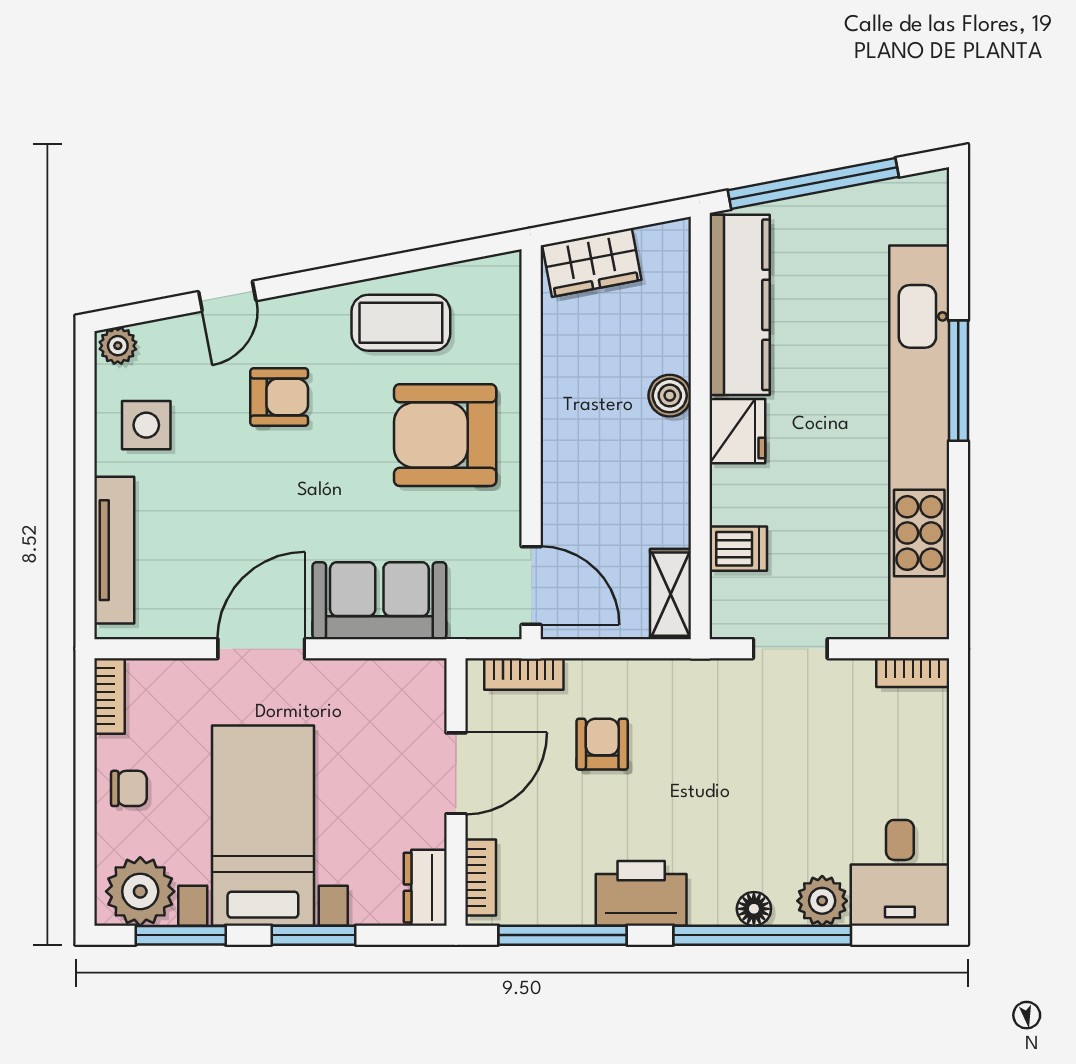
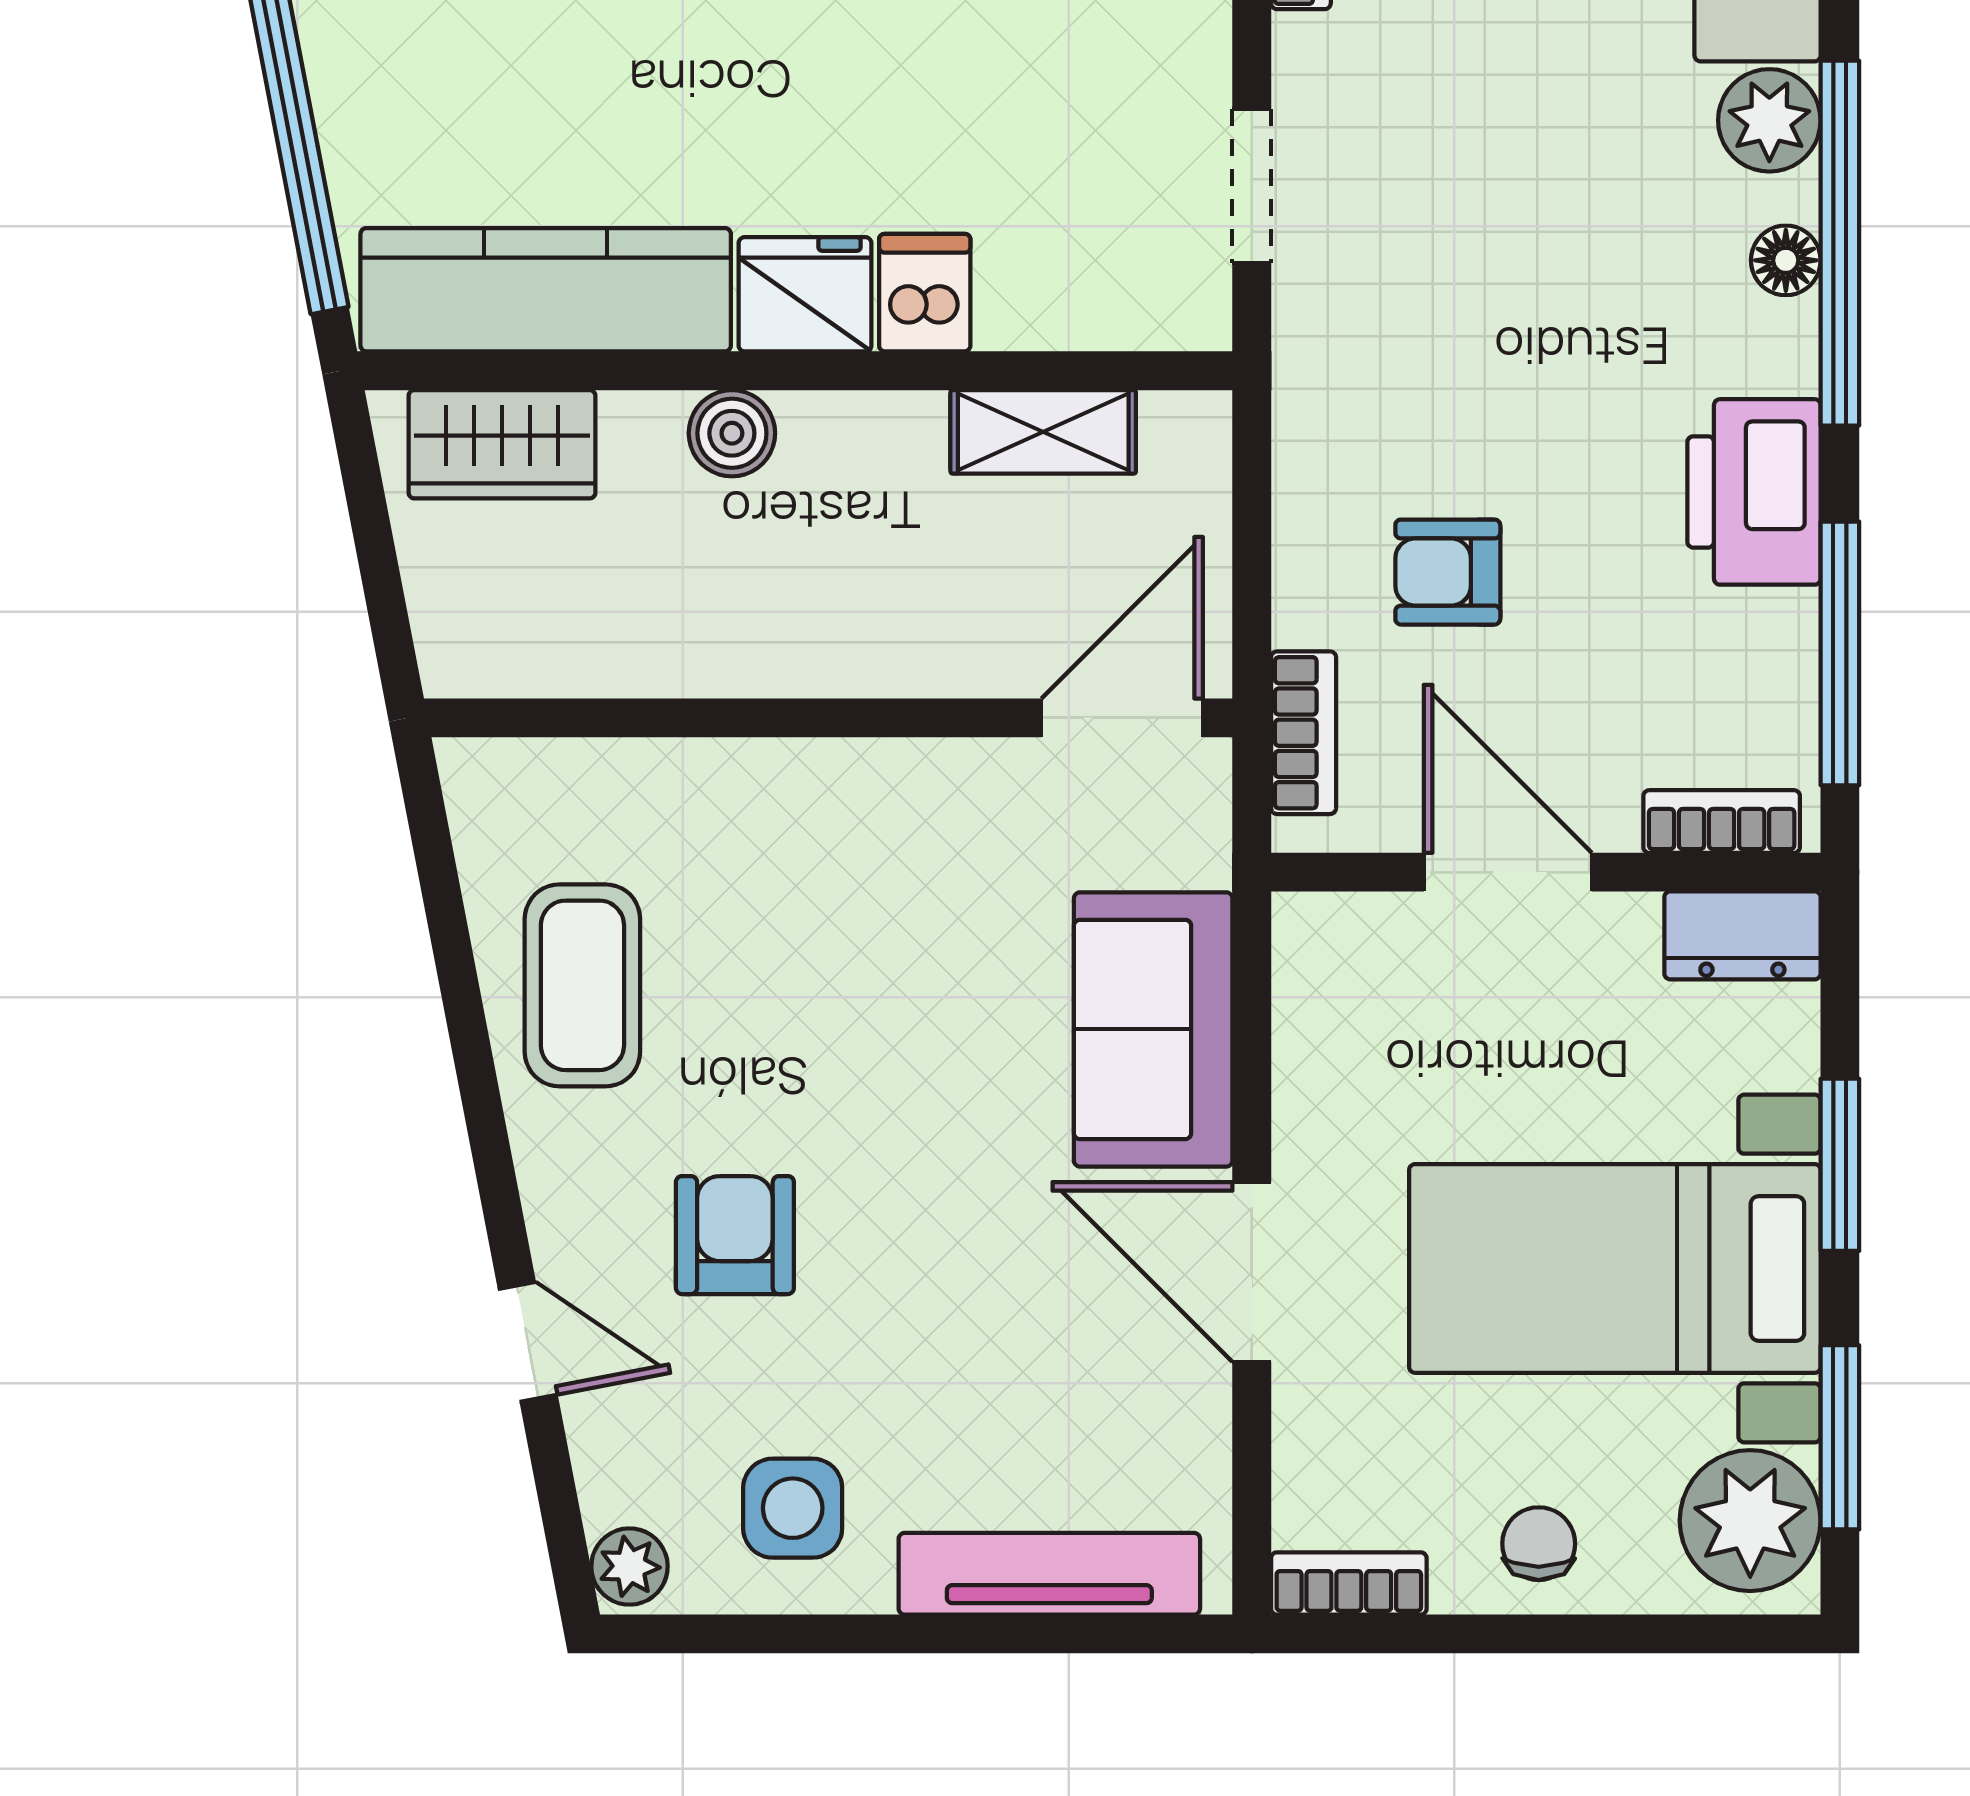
wardrobe: (592, 263) -> (502, 444), moved, turned 101
armchair: (445, 435) -> (813, 894), removed
dishwasher: (738, 549) -> (925, 293), moved
shelving: (670, 594) -> (1043, 432), moved

